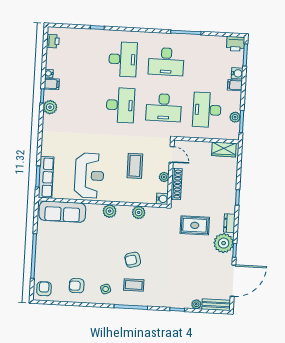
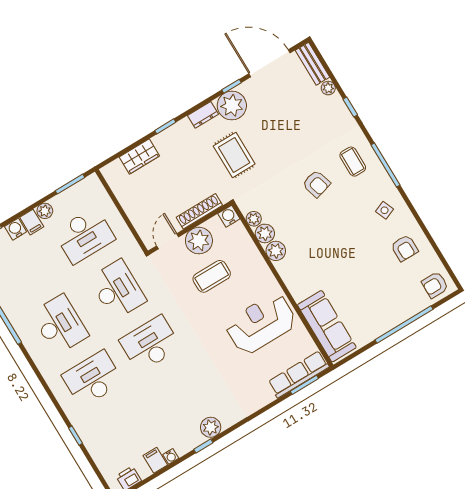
filing cabinet: (52, 84) -> (155, 460), moved
plant: (235, 117) -> (45, 211), moved
wardrobe: (224, 149) -> (139, 156), moved, turned 90
plant: (164, 177) -> (199, 241), width x1.88, depth x1.88
plant: (110, 211) -> (276, 251), moved
plant: (151, 212) -> (254, 219), added
armchair: (133, 260) -> (316, 184), moved
coffee table: (134, 285) -> (353, 162), moved

